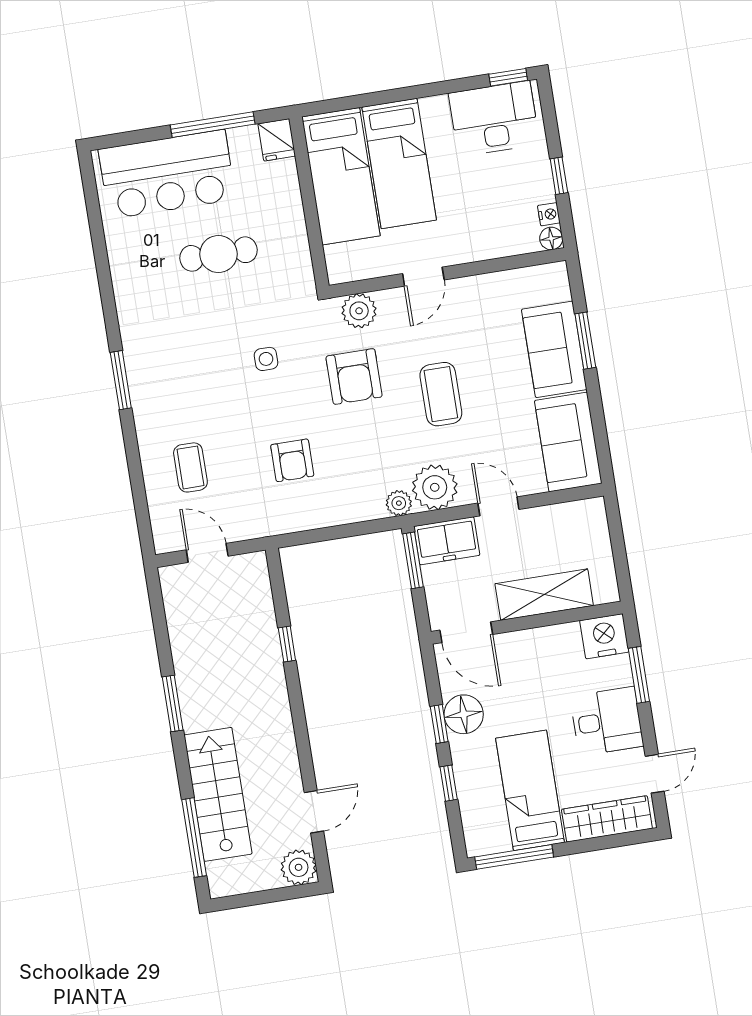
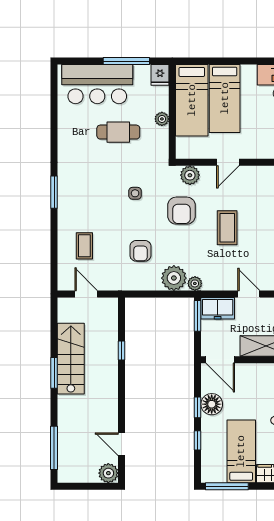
plant: (293, 218) -> (162, 119), added
plant: (435, 487) -> (174, 278), moved
stairs: (218, 794) -> (71, 359), moved
door: (314, 812) -> (122, 444), swing flipped

